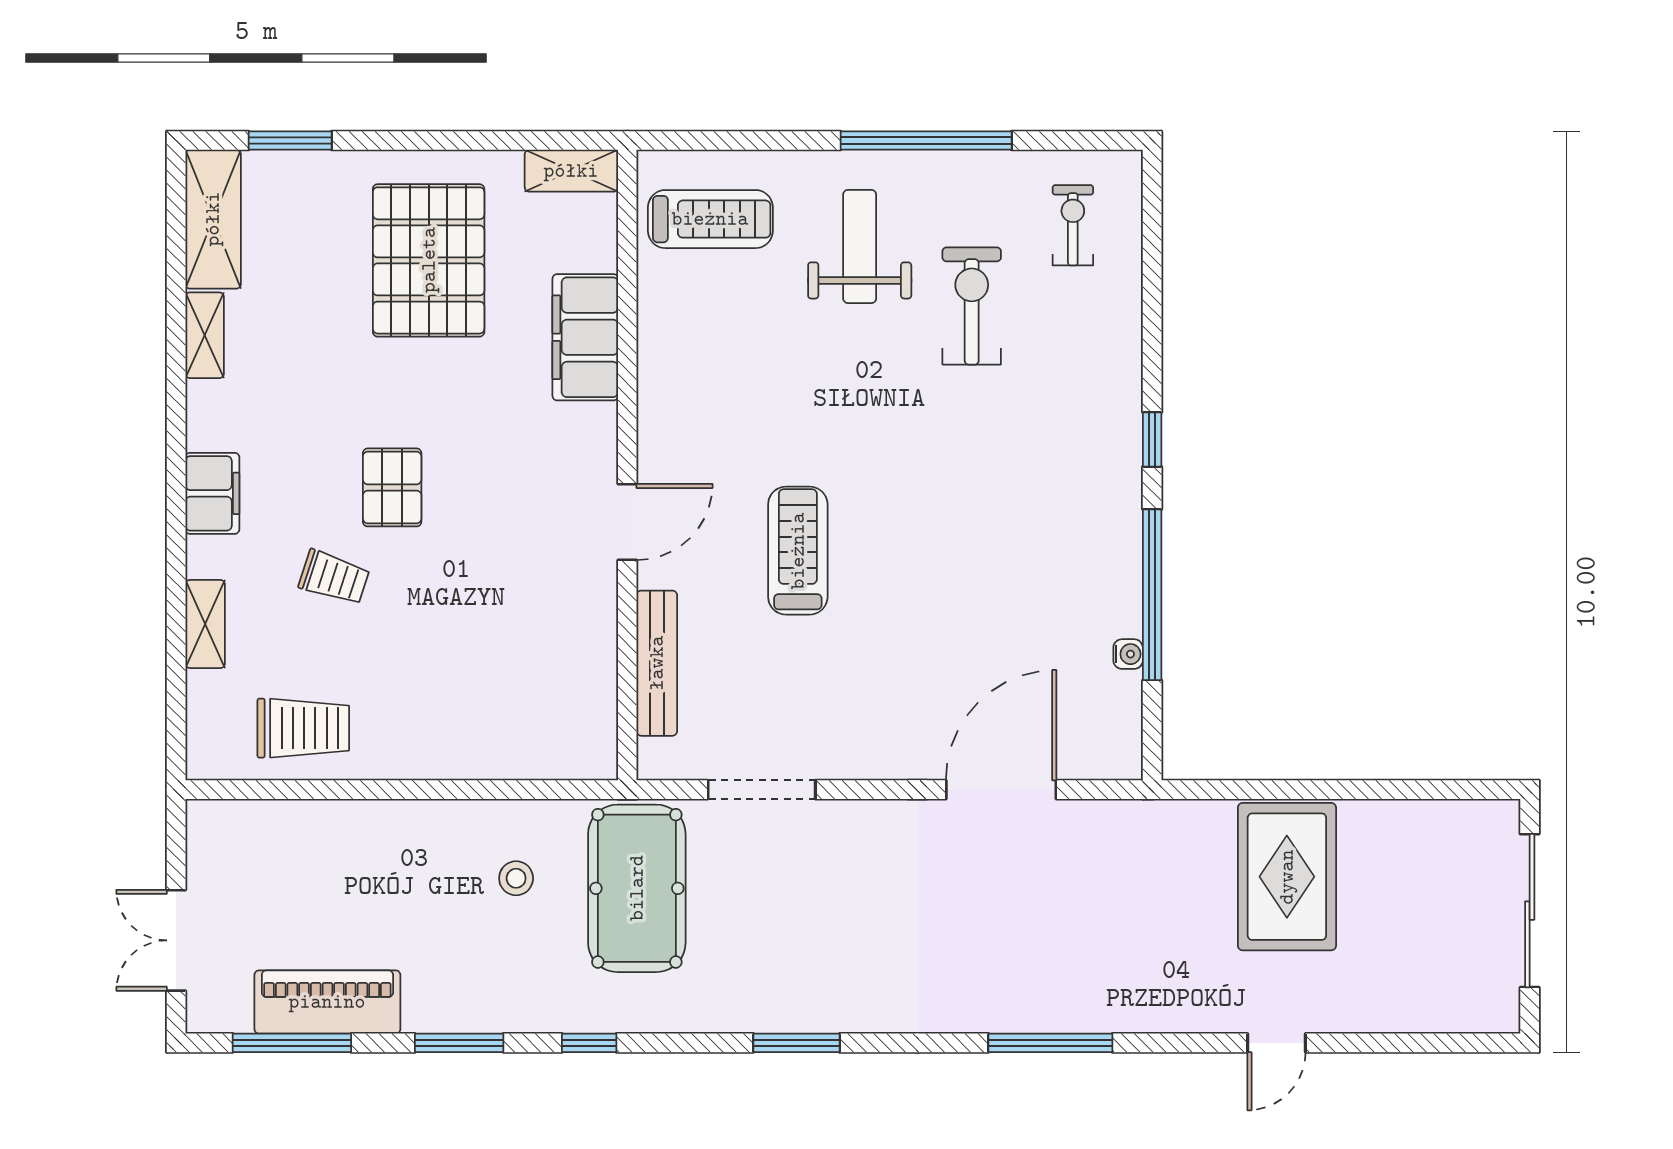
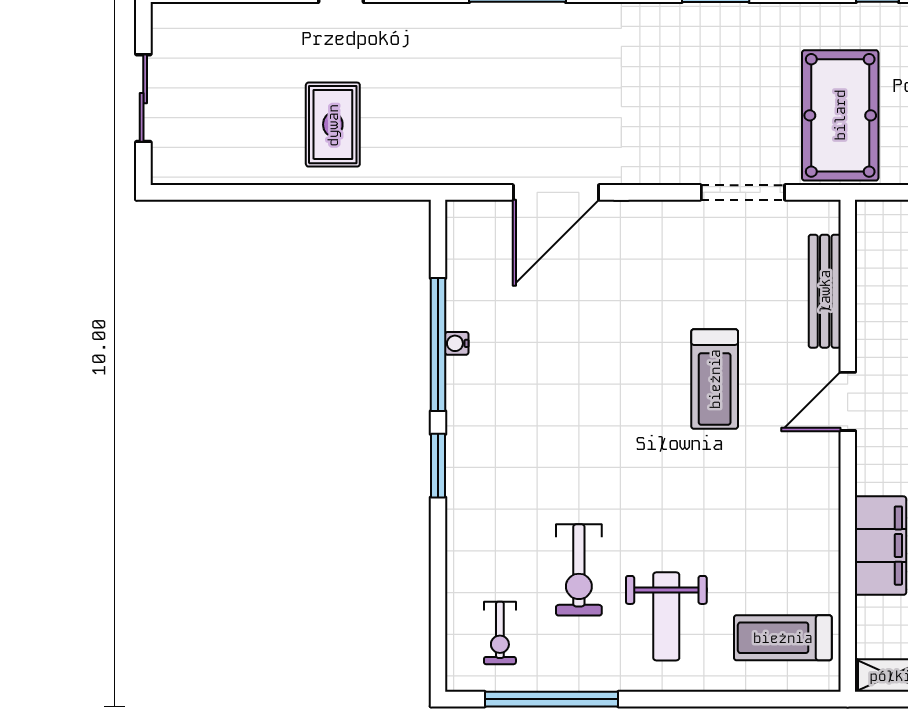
window: (926, 141) -> (551, 699), moved
window: (1152, 440) -> (438, 466), width x1.50
water cooler: (1128, 654) -> (457, 343), moved
rug: (1287, 877) -> (333, 125), width x0.73, depth x0.70
sliding door: (1530, 911) -> (143, 98), width x0.73

